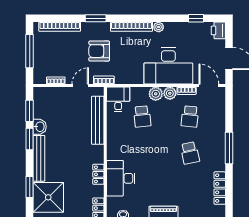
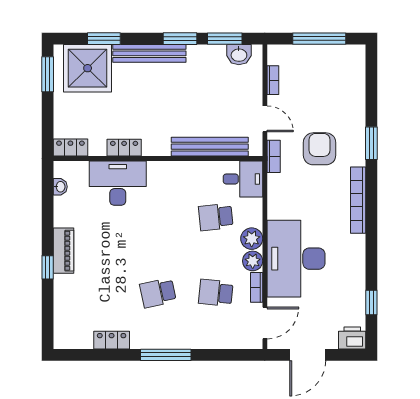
bookcase: (60, 27) -> (358, 86), removed
plant: (159, 27) -> (358, 243), removed
washbasin: (40, 127) -> (239, 55), moved
locker: (220, 188) -> (112, 340), width x0.66

